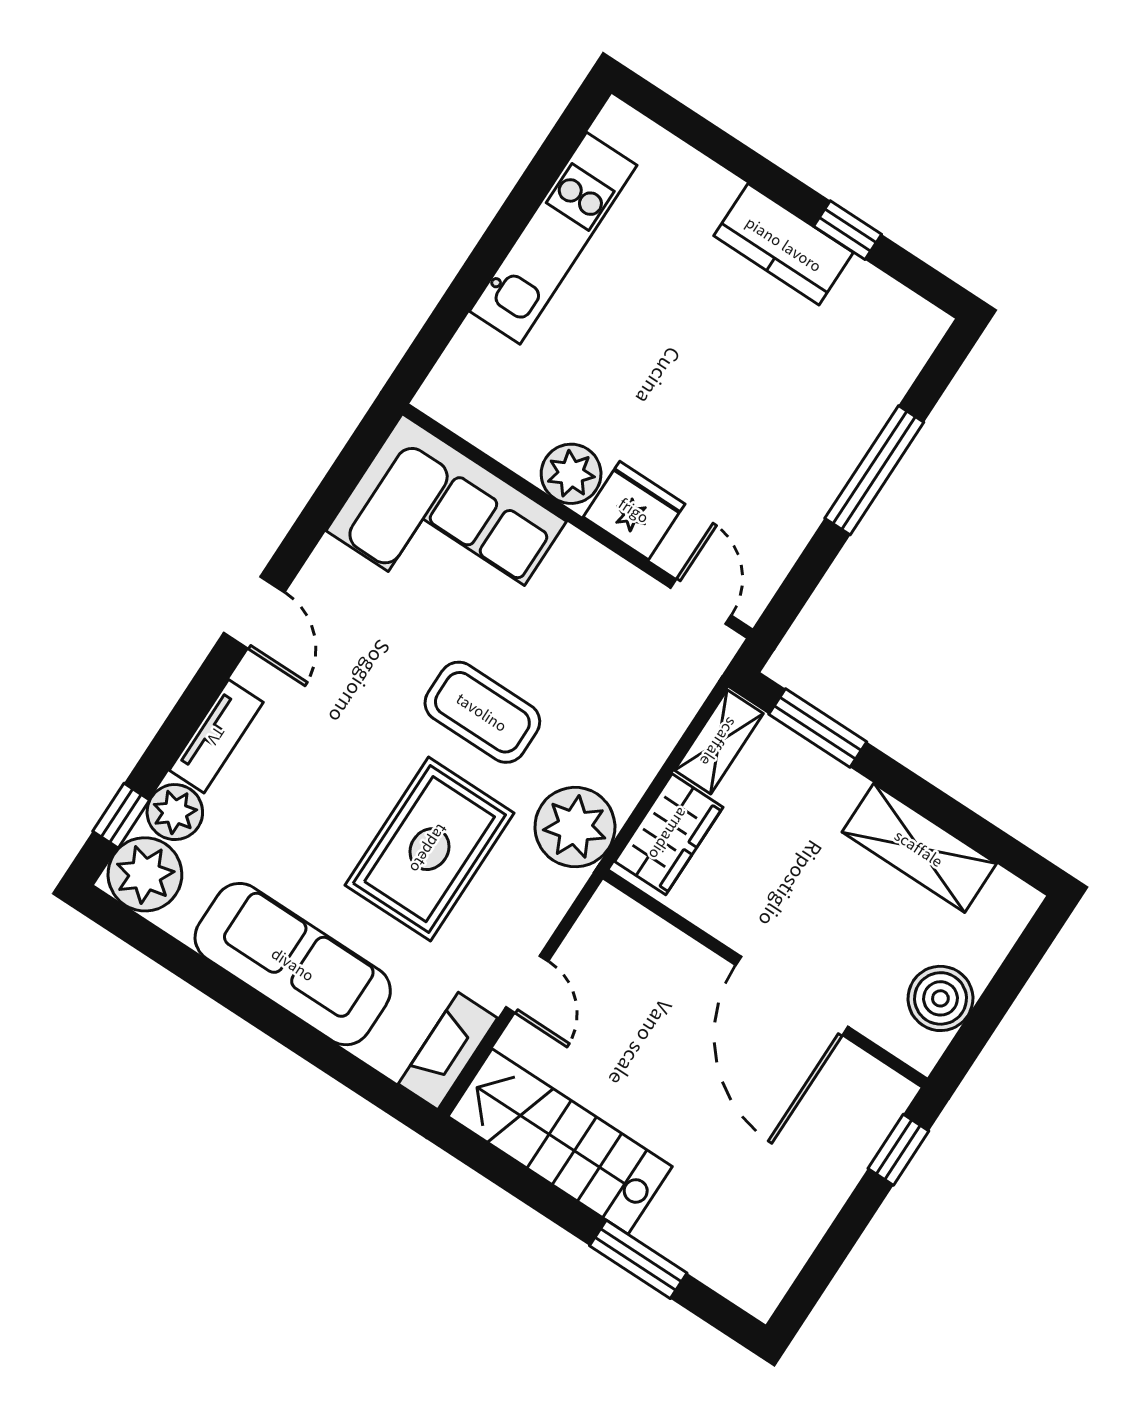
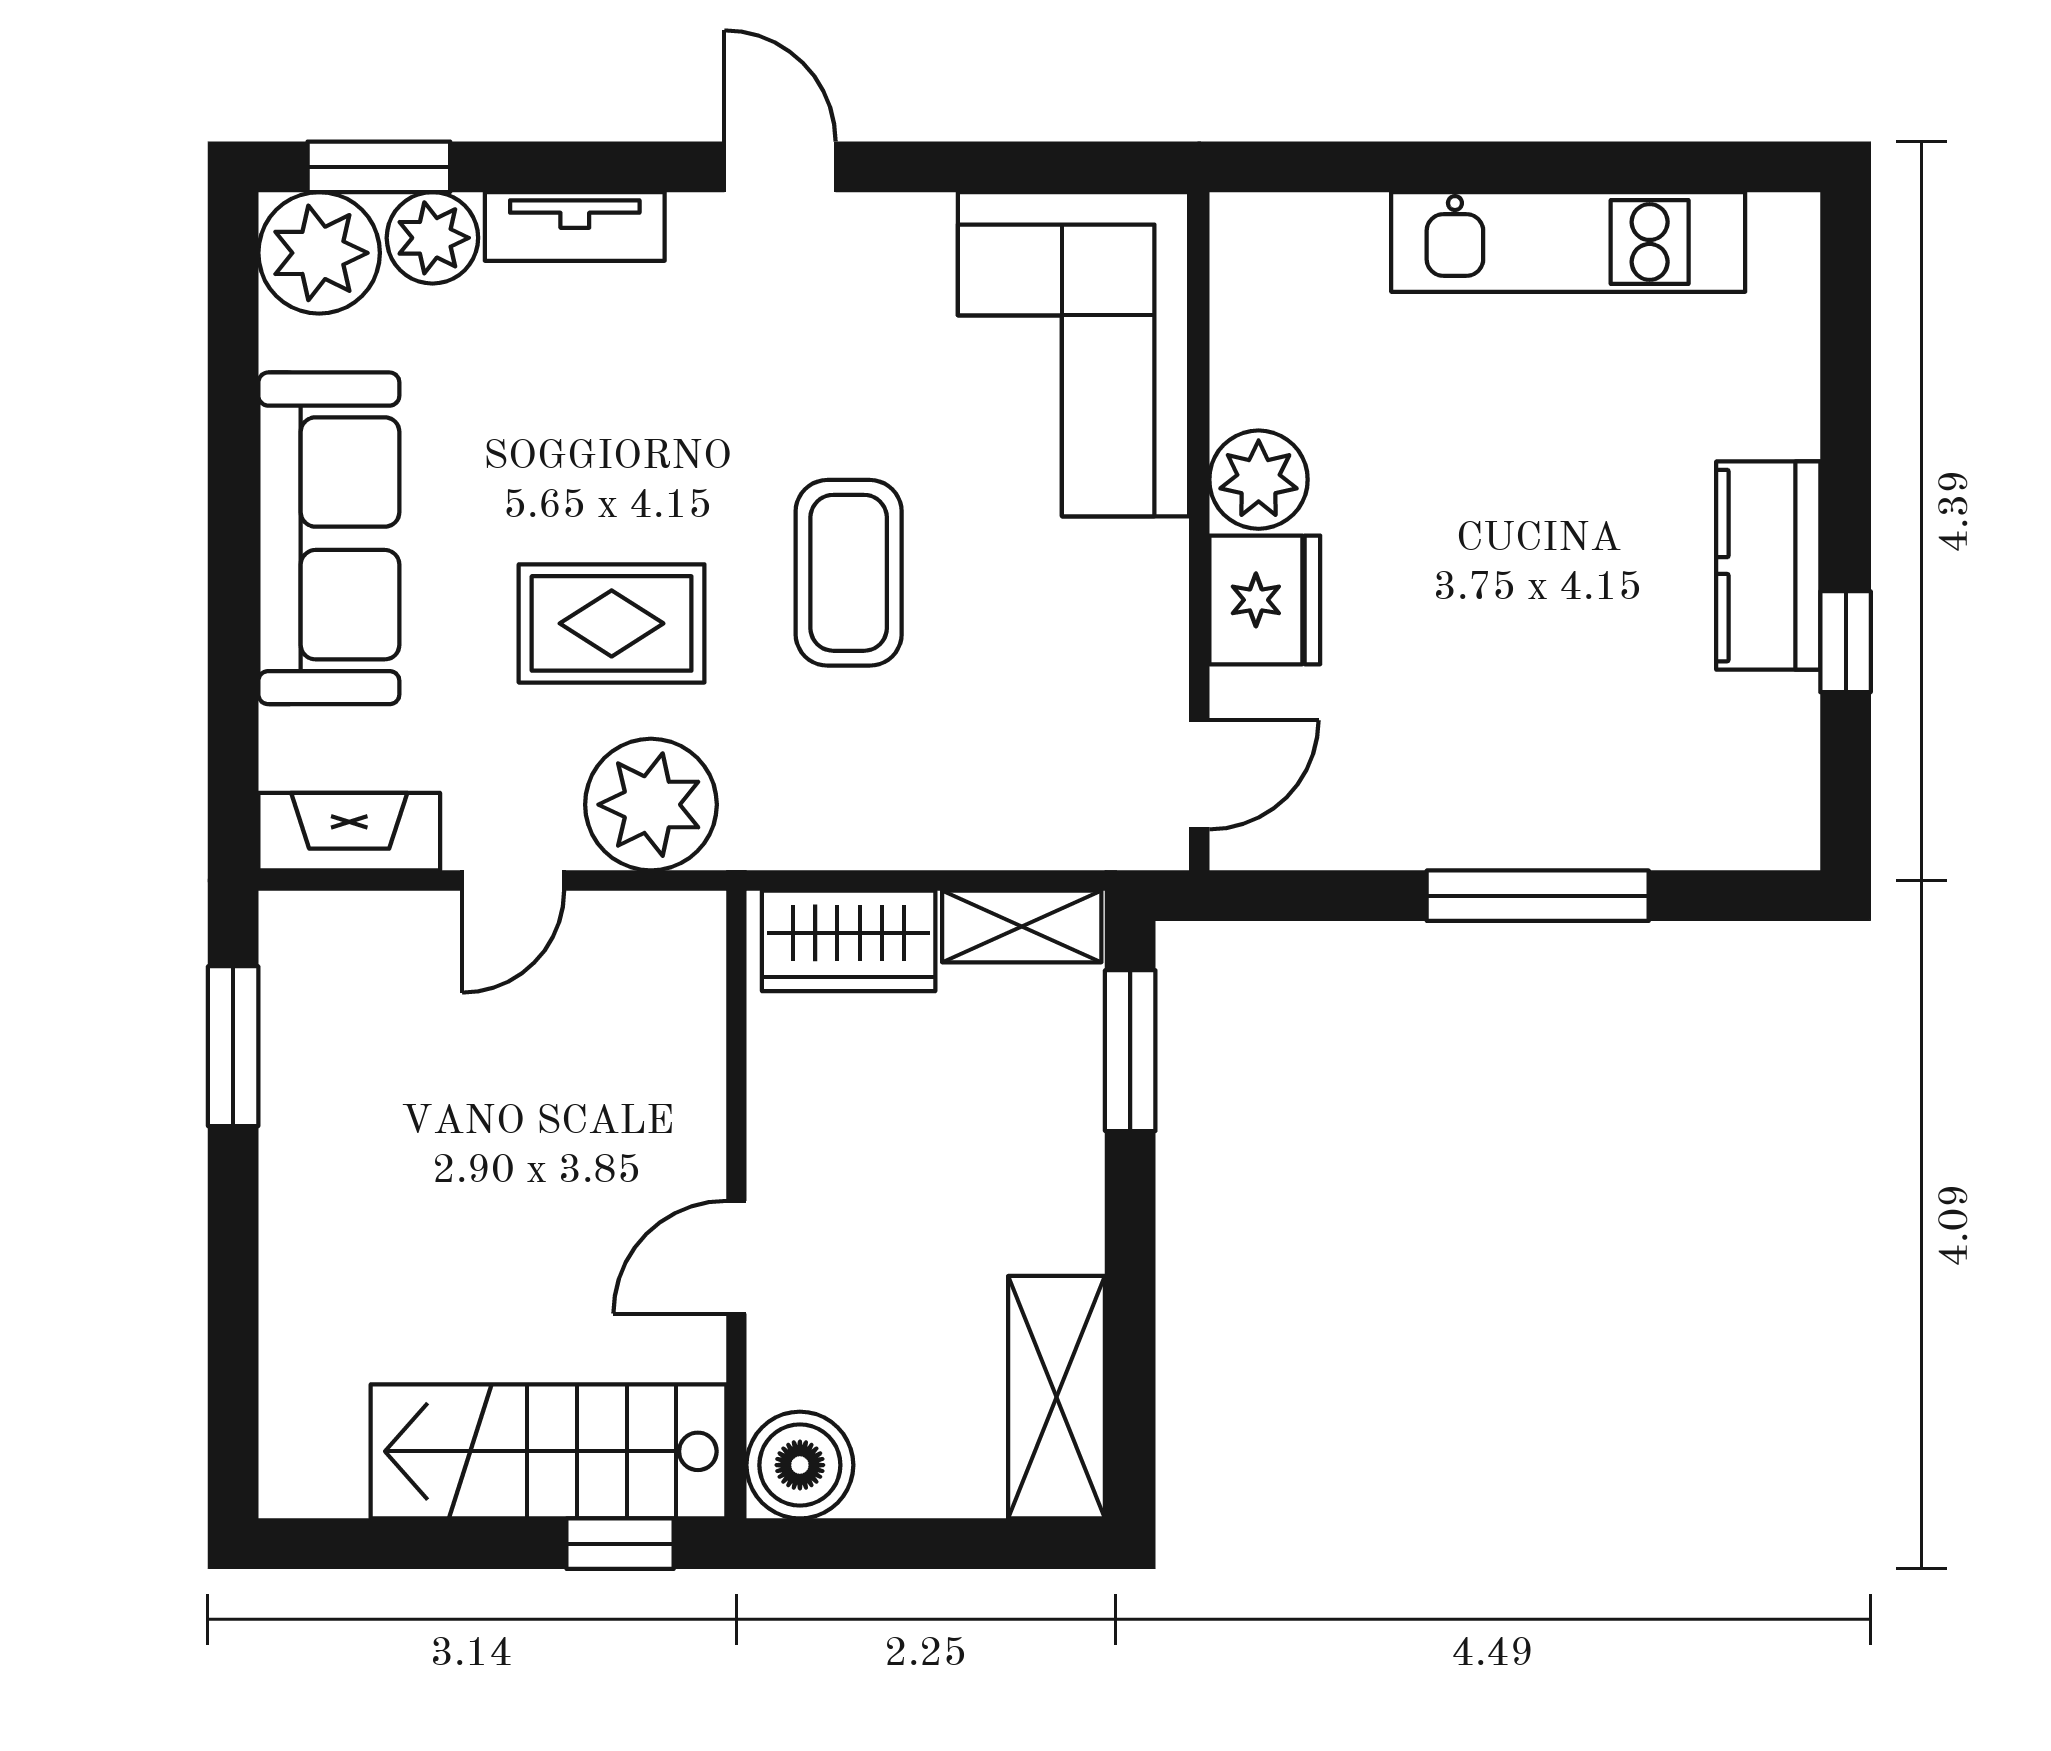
door: (254, 613) -> (780, 167), swing flipped
window: (121, 816) -> (379, 167), width x1.50
plant: (575, 827) -> (651, 805), moved
shelving: (919, 848) -> (1056, 1397), moved
rug: (429, 849) -> (612, 623), width x0.73, depth x0.70
door: (792, 996) -> (736, 1257), width x0.53
boiler: (940, 998) -> (800, 1465), moved
stairs: (560, 1141) -> (548, 1451), moved, turned -90
window: (638, 1259) -> (233, 1046), moved

